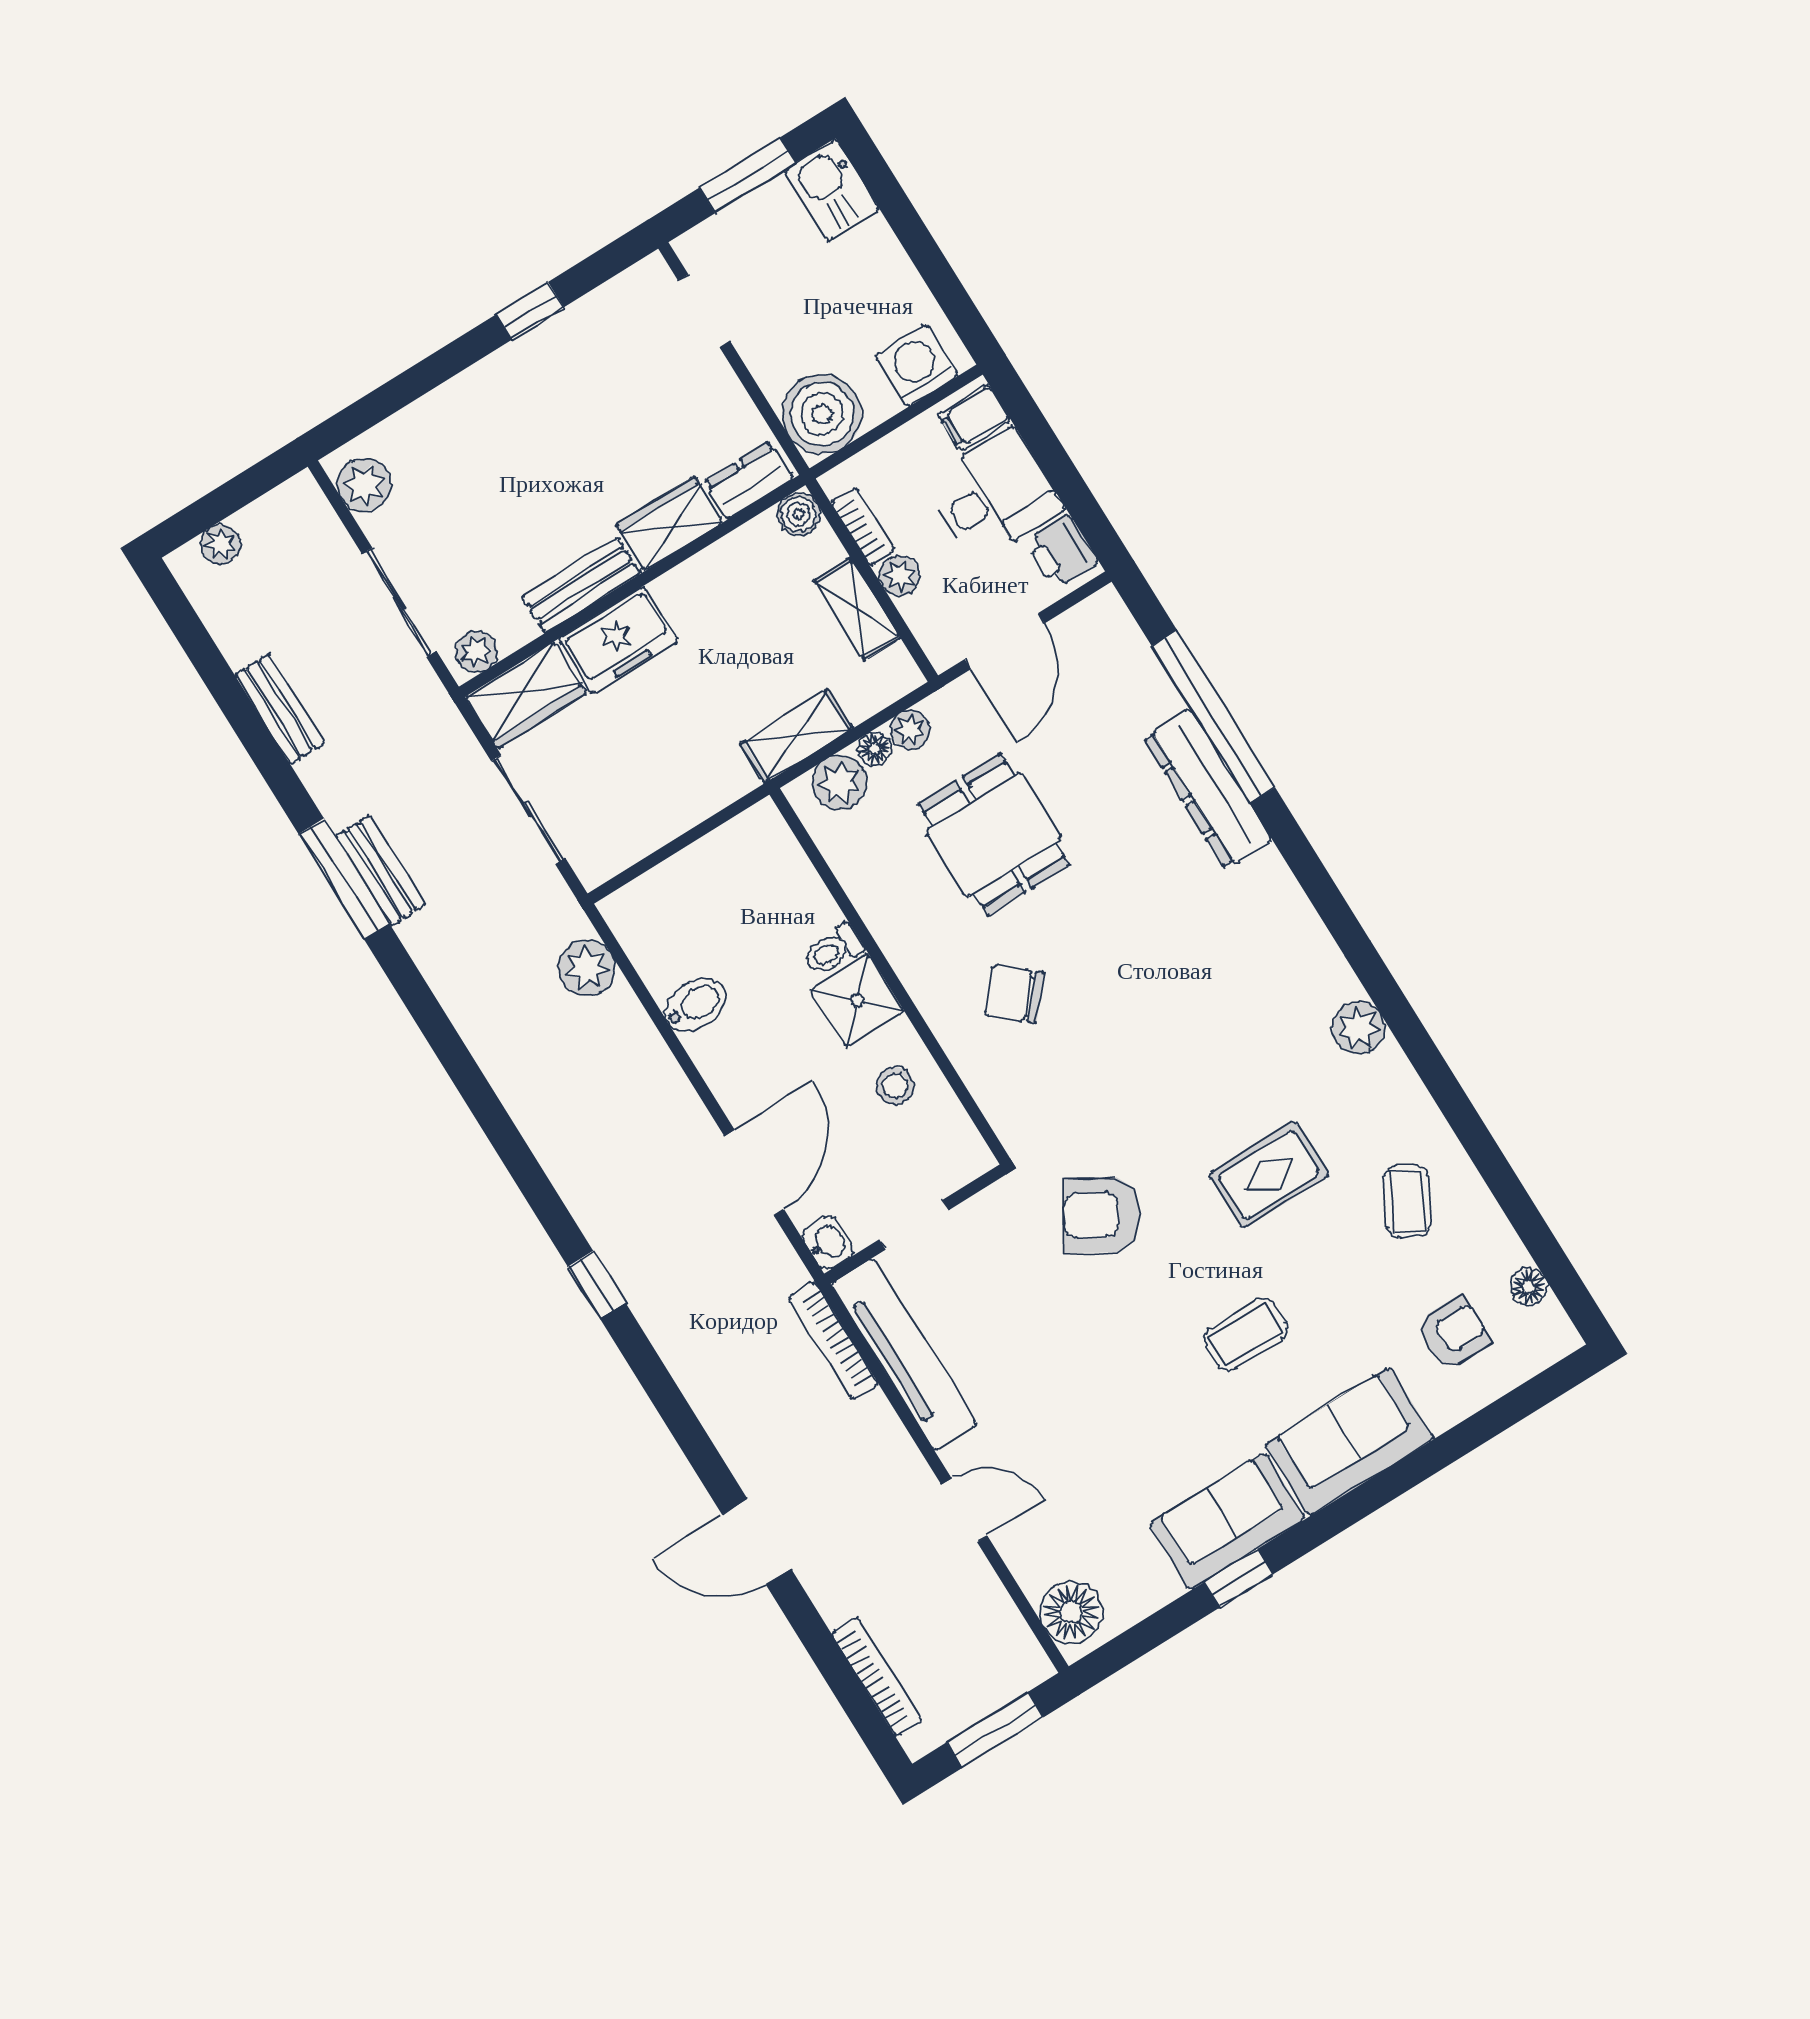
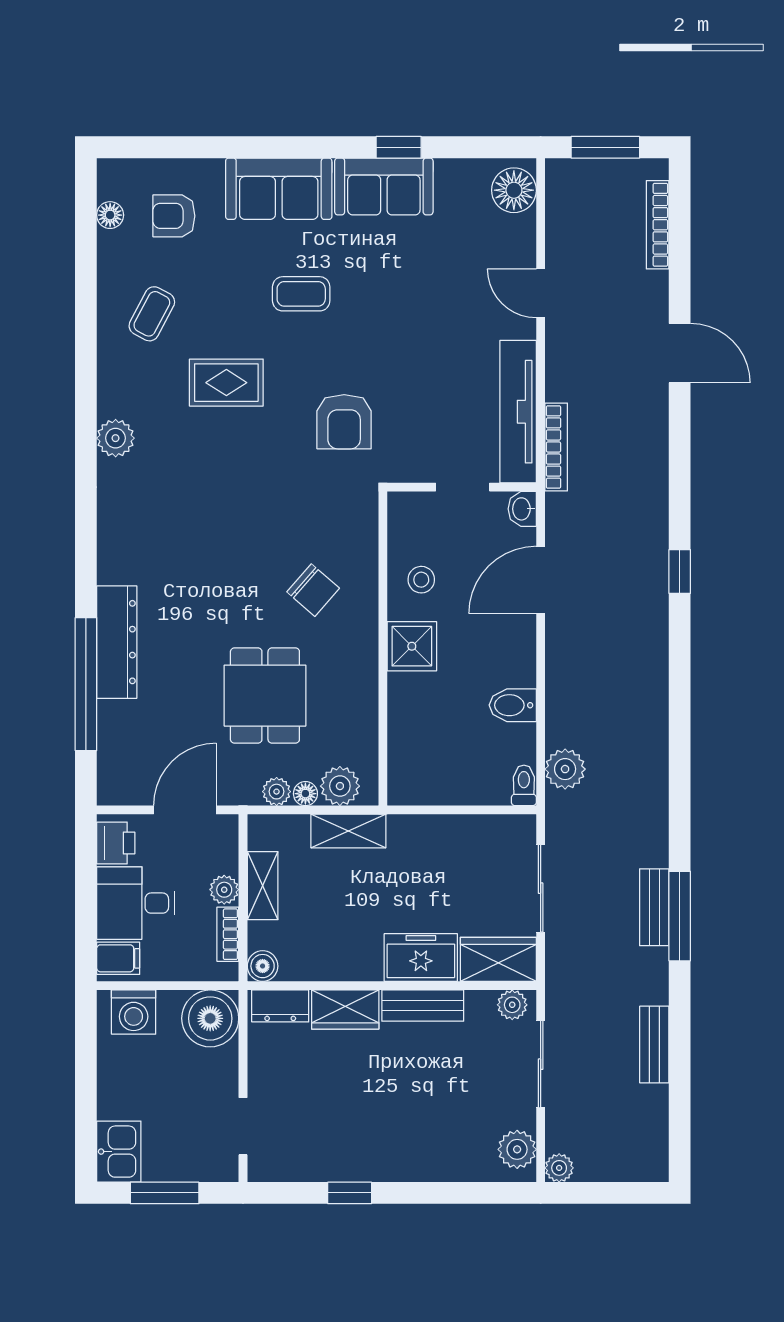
plant: (220, 544) -> (559, 1168), moved
toilet: (833, 950) -> (524, 785), moved, turned -90
armchair: (1102, 1215) -> (344, 422), turned 59

